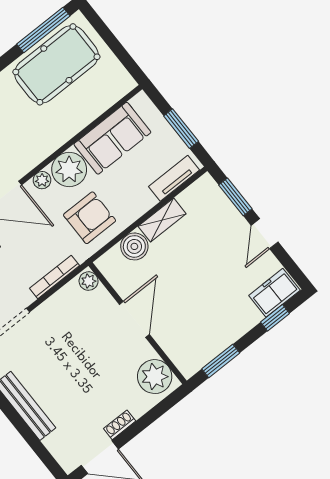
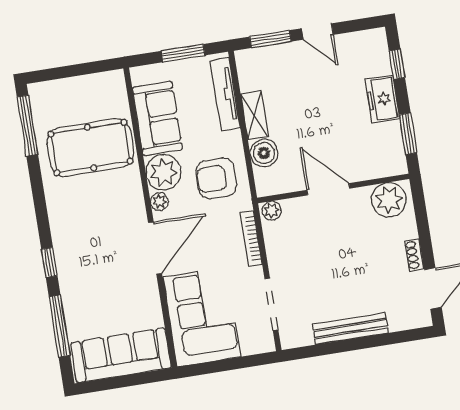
pool table: (56, 64) -> (90, 148), moved, turned 90
tv unit: (174, 178) -> (225, 94), width x1.41
armchair: (90, 218) -> (216, 178), turned -90
freezer: (274, 293) -> (382, 99), moved

